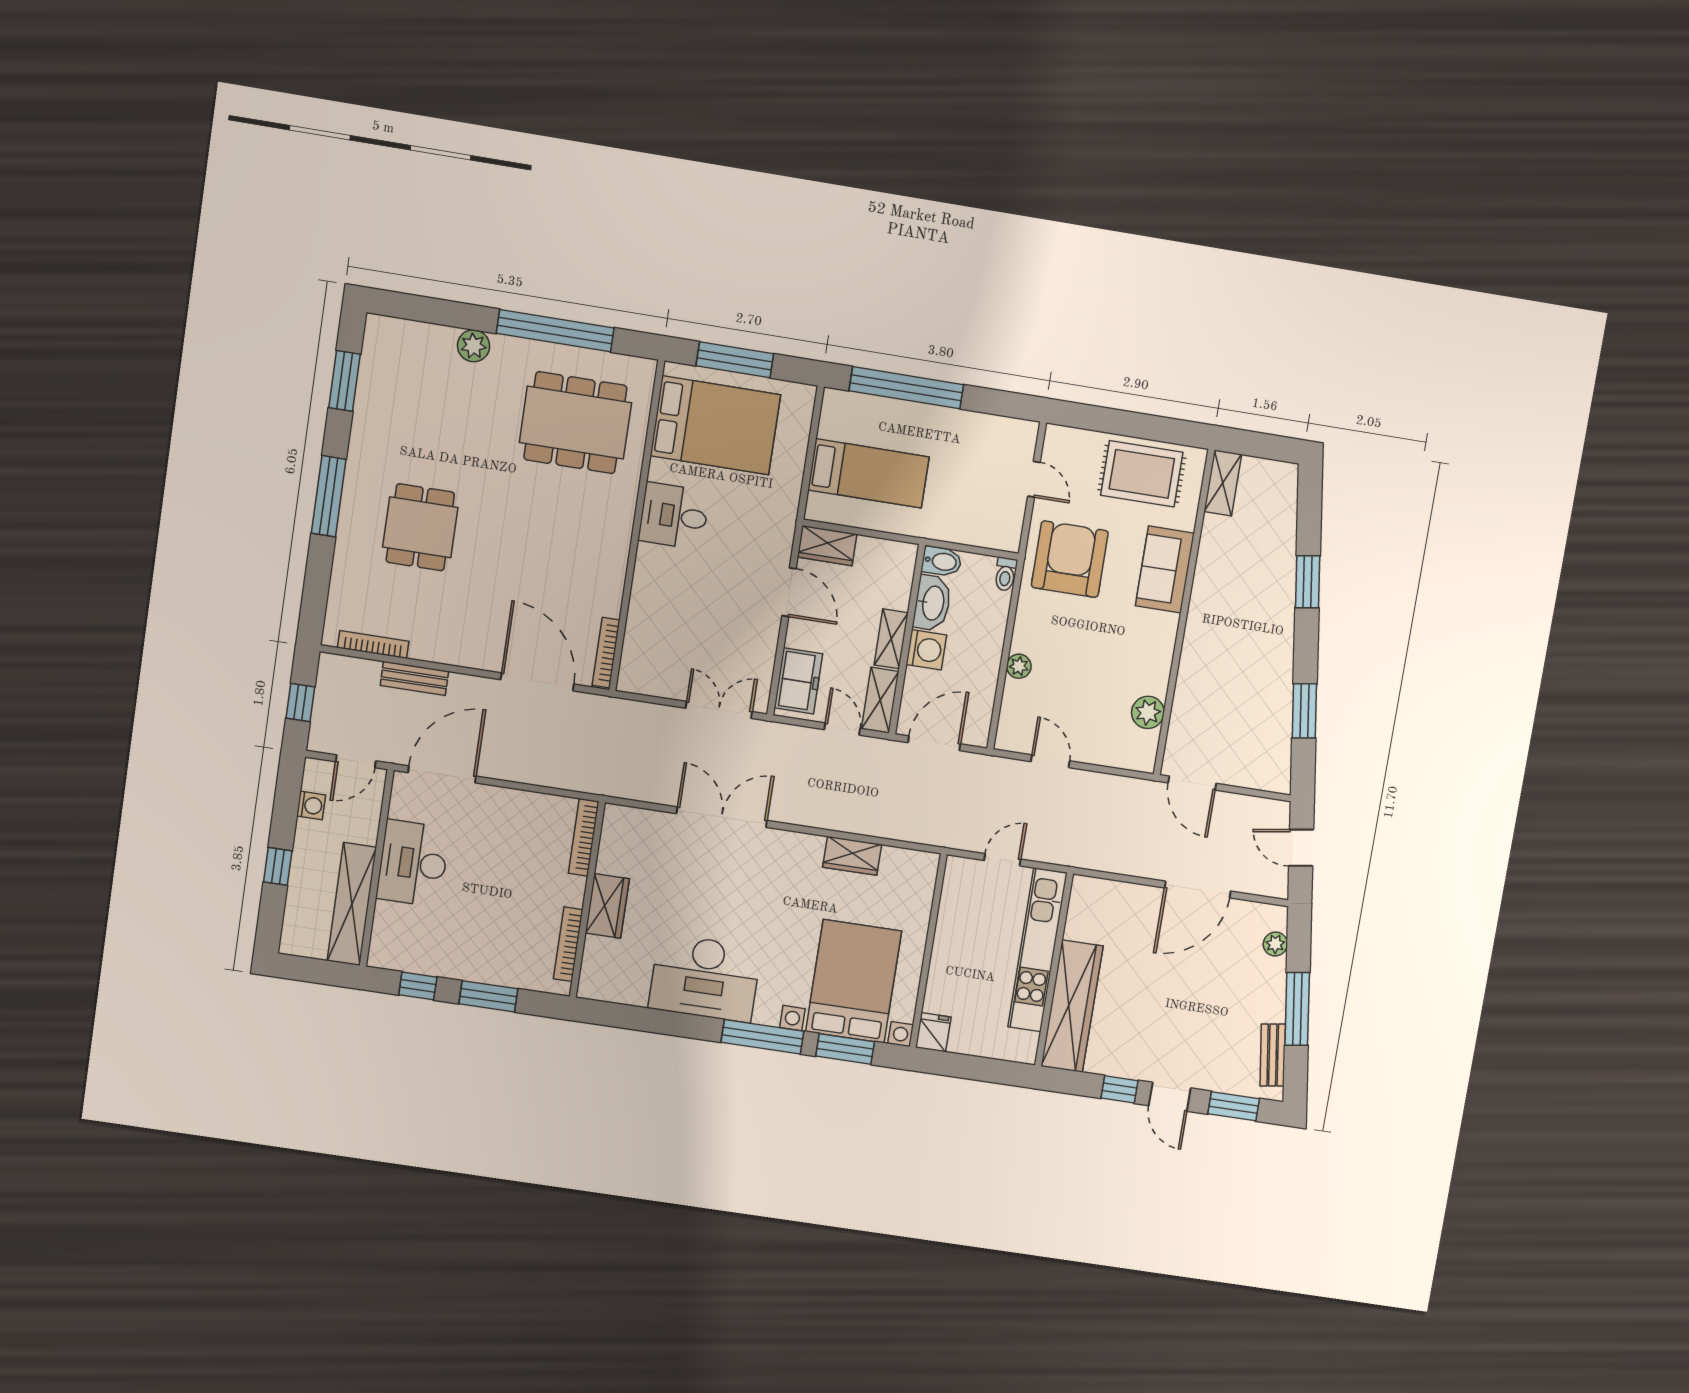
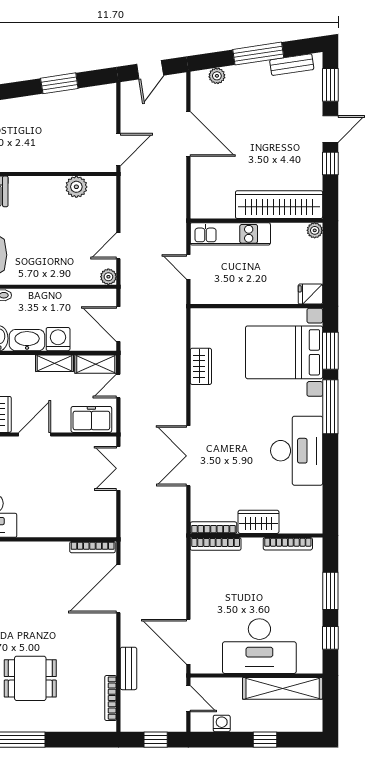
plant: (1019, 666) -> (108, 277), moved
bookcase: (609, 838) -> (213, 528), added
desk: (413, 863) -> (259, 646), width x1.36, depth x1.30
kitchen unit: (1037, 950) -> (230, 234), width x0.73
plant: (1026, 1052) -> (315, 230), added

